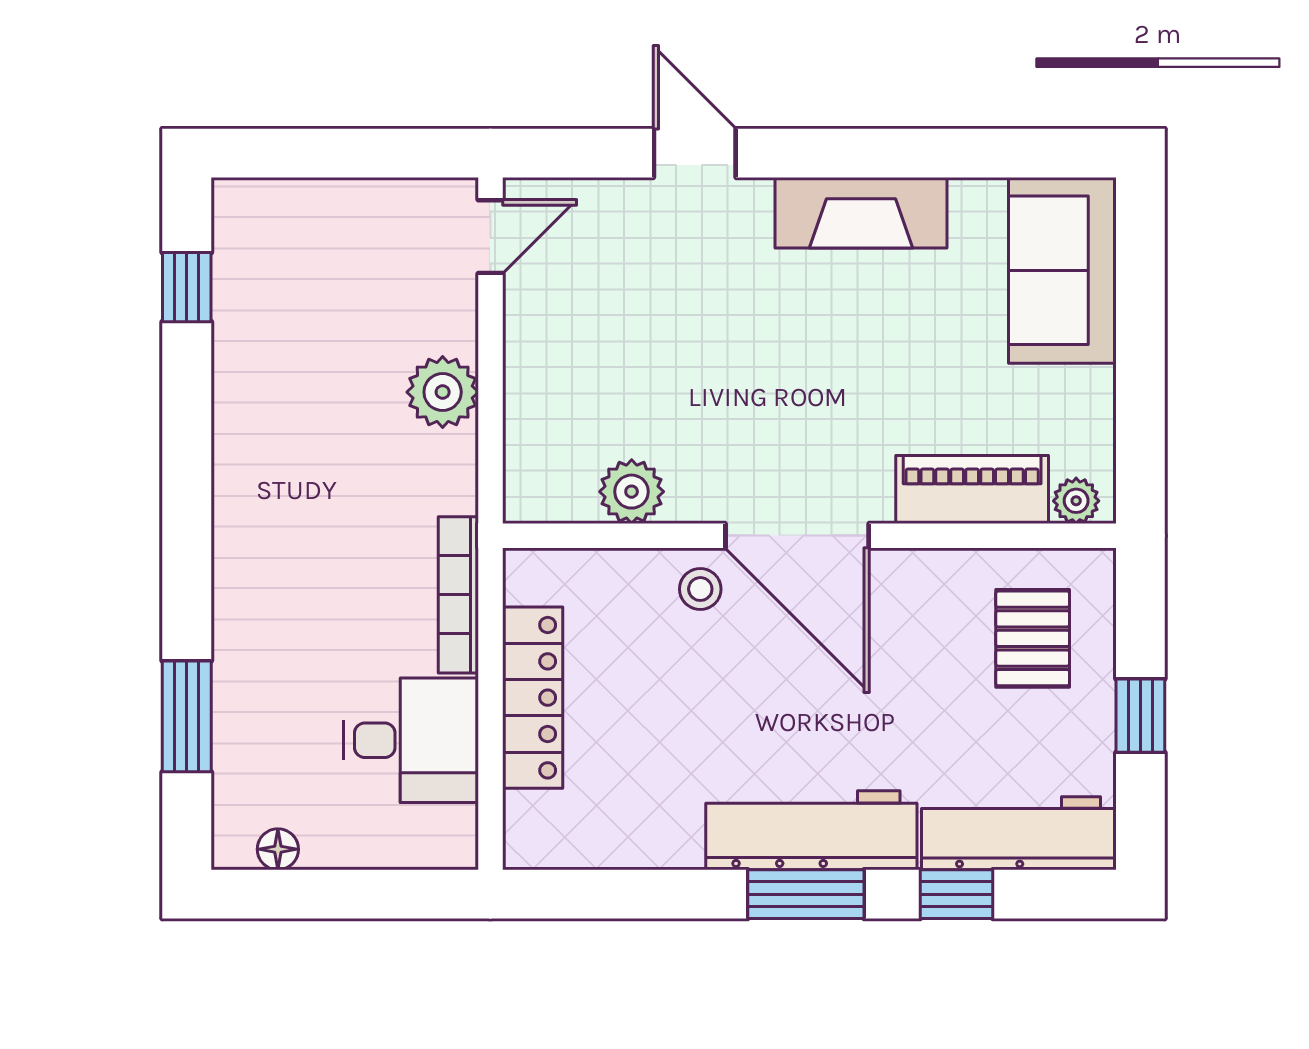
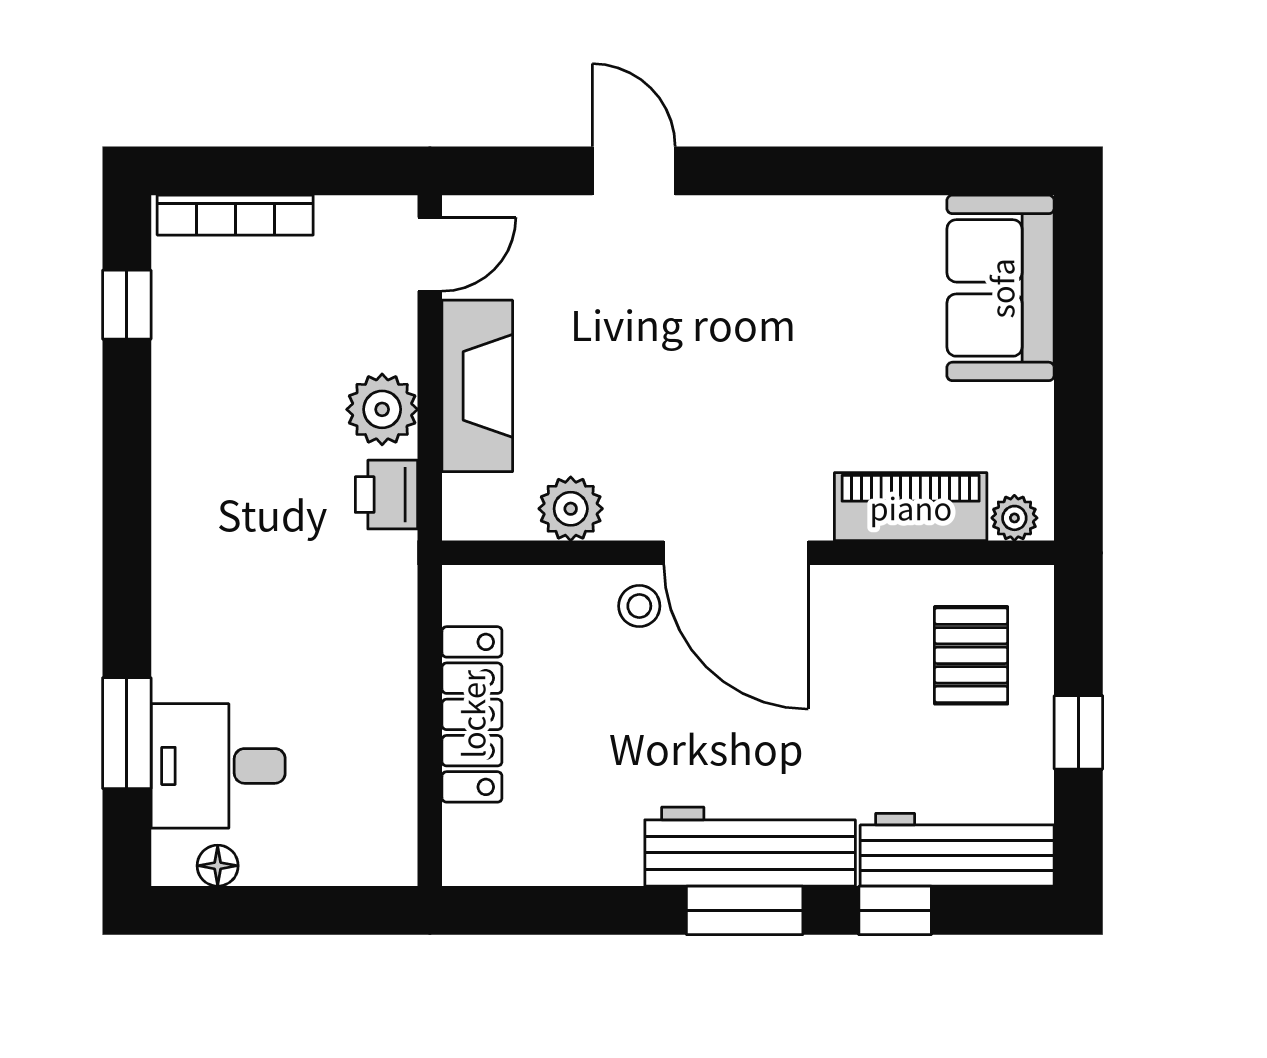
fireplace: (861, 213) -> (477, 386), moved, turned -90
printer: (447, 477) -> (386, 495), added
bookcase: (458, 595) -> (235, 215), moved, turned -90
desk: (411, 740) -> (218, 766), moved, turned 180

